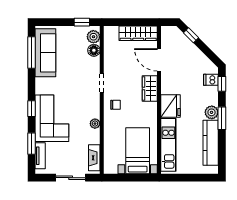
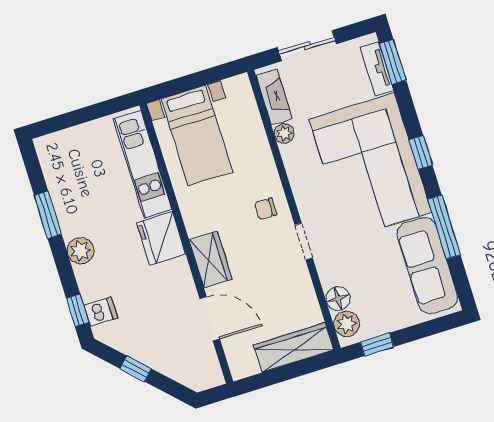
wardrobe: (138, 33) -> (294, 348), moved
window: (191, 35) -> (136, 369), moved
window: (32, 53) -> (444, 227), moved
corner sofa: (52, 118) -> (370, 166), width x1.36, depth x1.36
window: (222, 118) -> (48, 215), moved
plant: (95, 124) -> (284, 133), moved
kitchen counter: (211, 143) -> (64, 193), removed
window: (32, 144) -> (393, 62), moved

